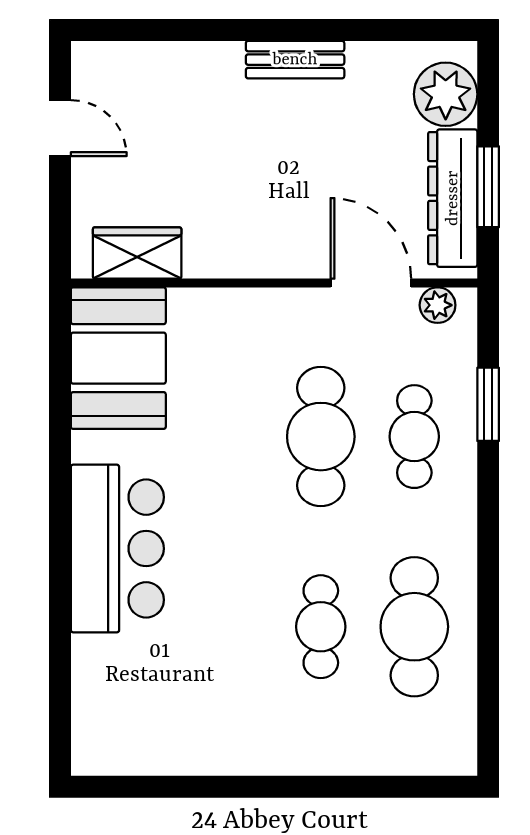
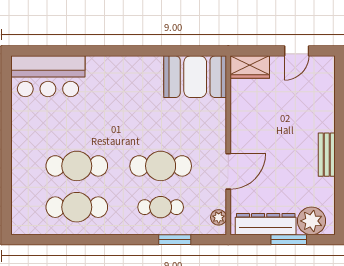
window: (488, 187) -> (289, 240), moved
wardrobe: (137, 253) -> (250, 67), moved, turned 90
door: (371, 283) -> (228, 171), moved
bar counter: (117, 549) -> (48, 76), moved
cafe table: (321, 627) -> (77, 166), width x1.37, depth x1.35

